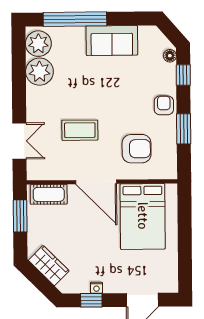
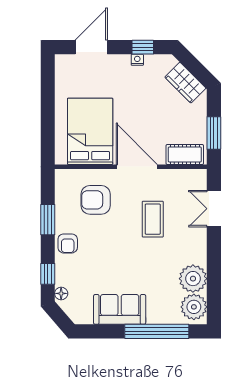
coffee table: (80, 130) -> (153, 219), turned 90

